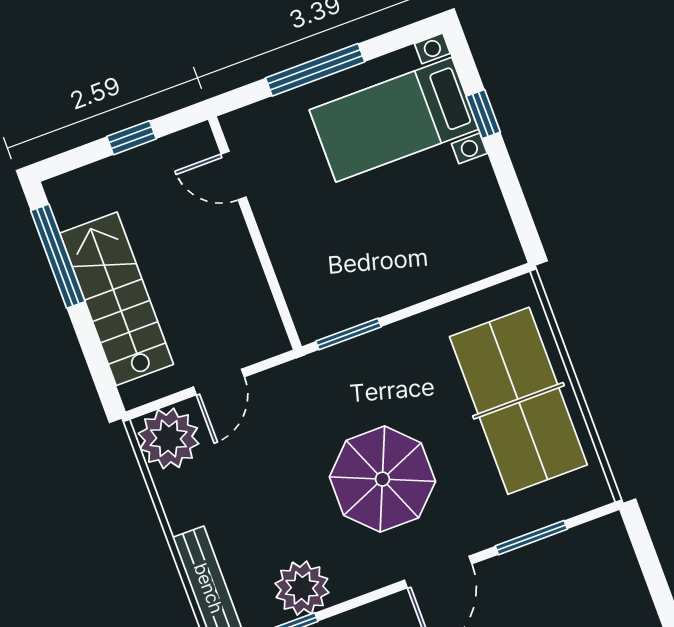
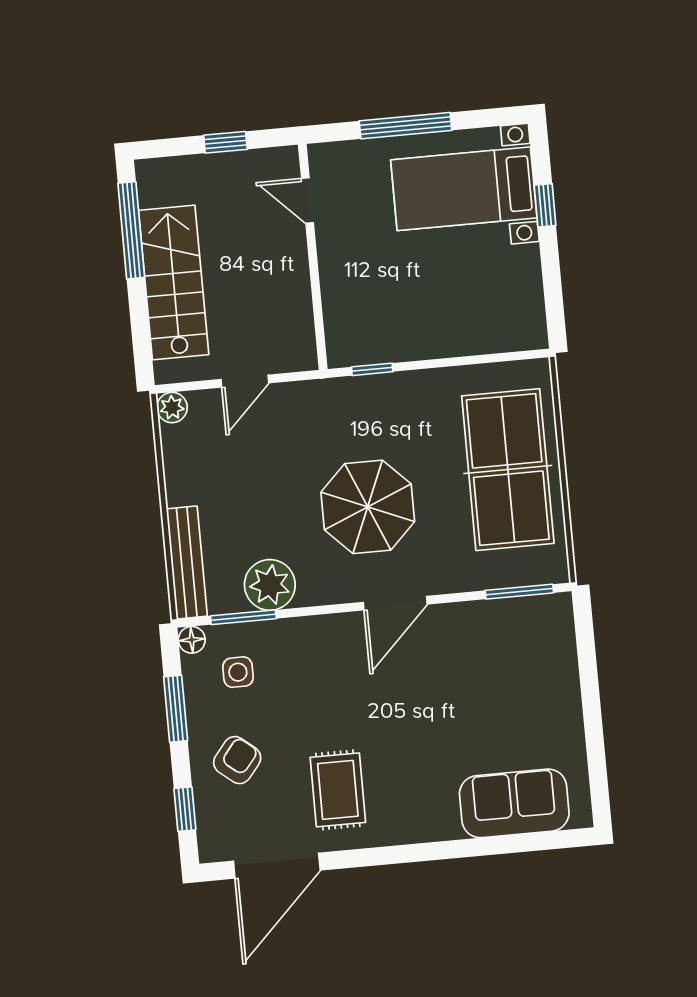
window: (349, 334) -> (372, 369), width x0.67
plant: (169, 438) -> (172, 407), width x0.53, depth x0.53
window: (531, 538) -> (519, 592), moved

